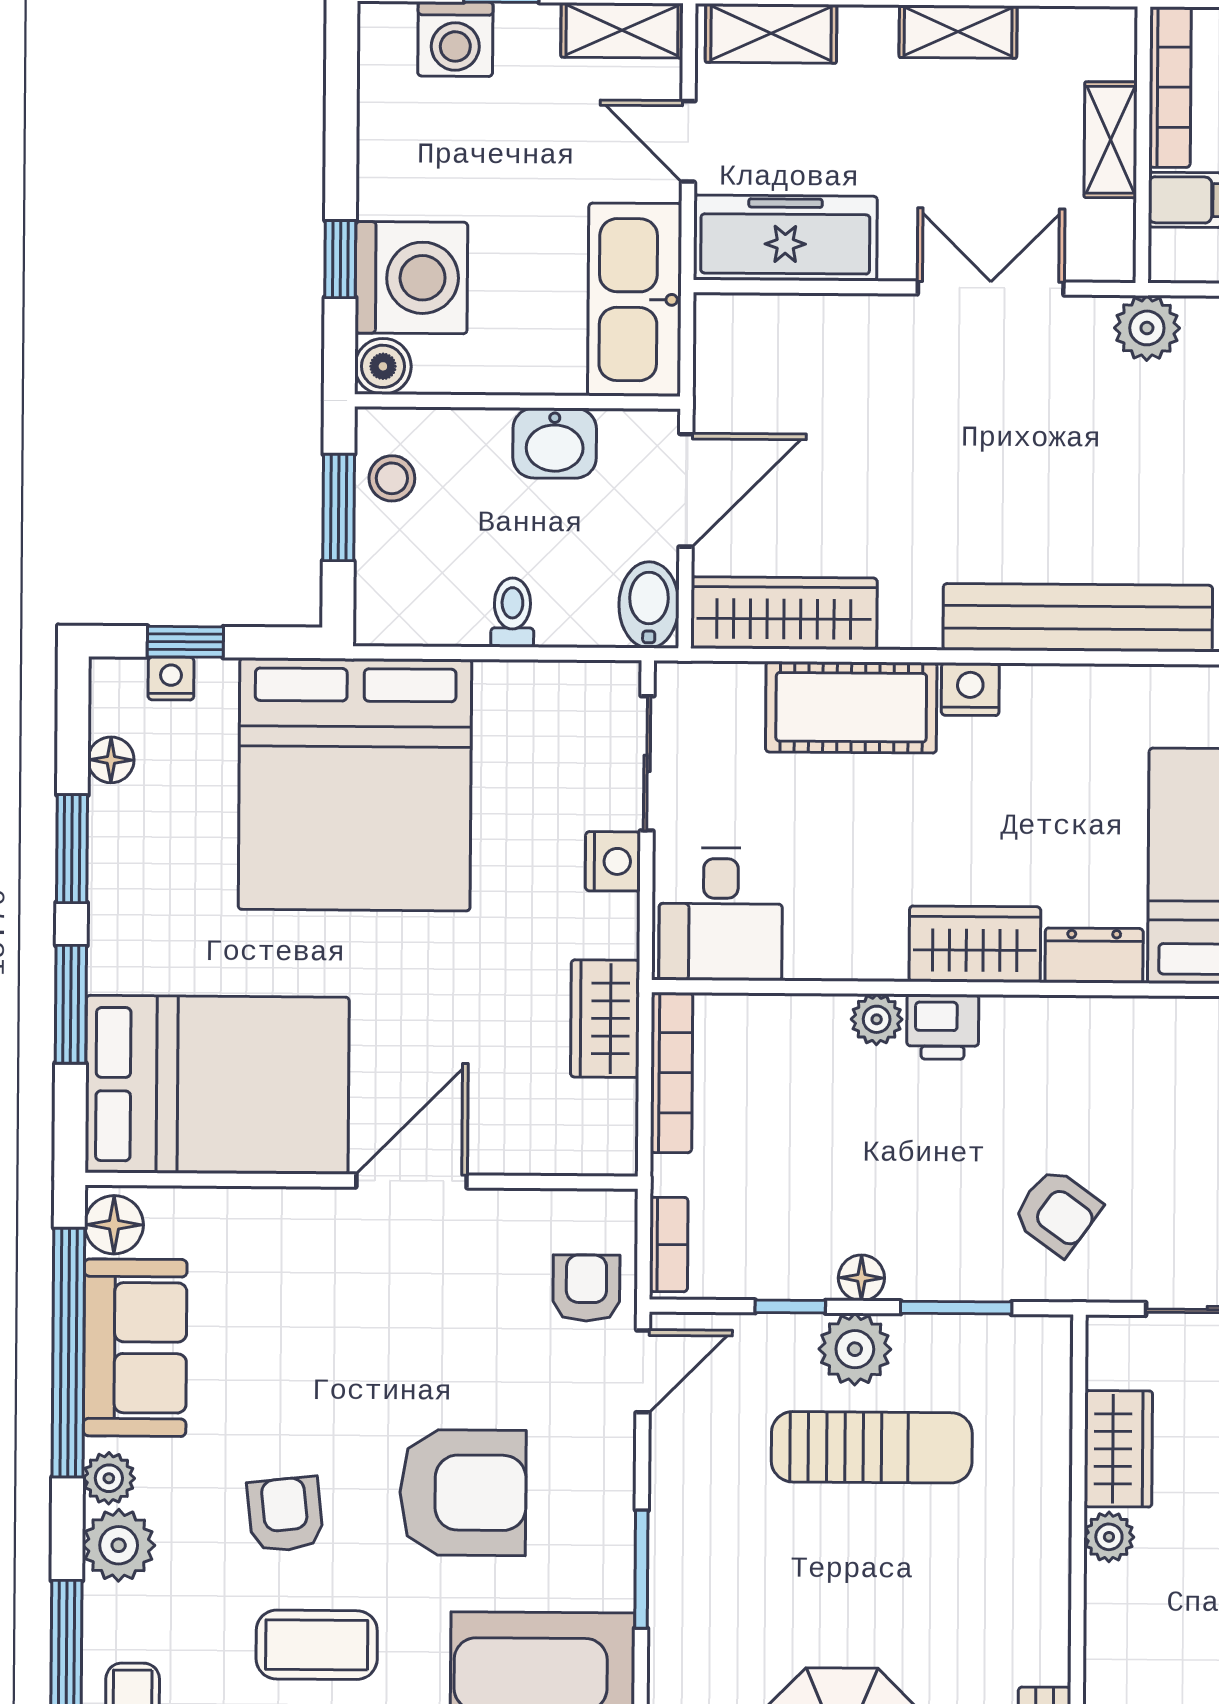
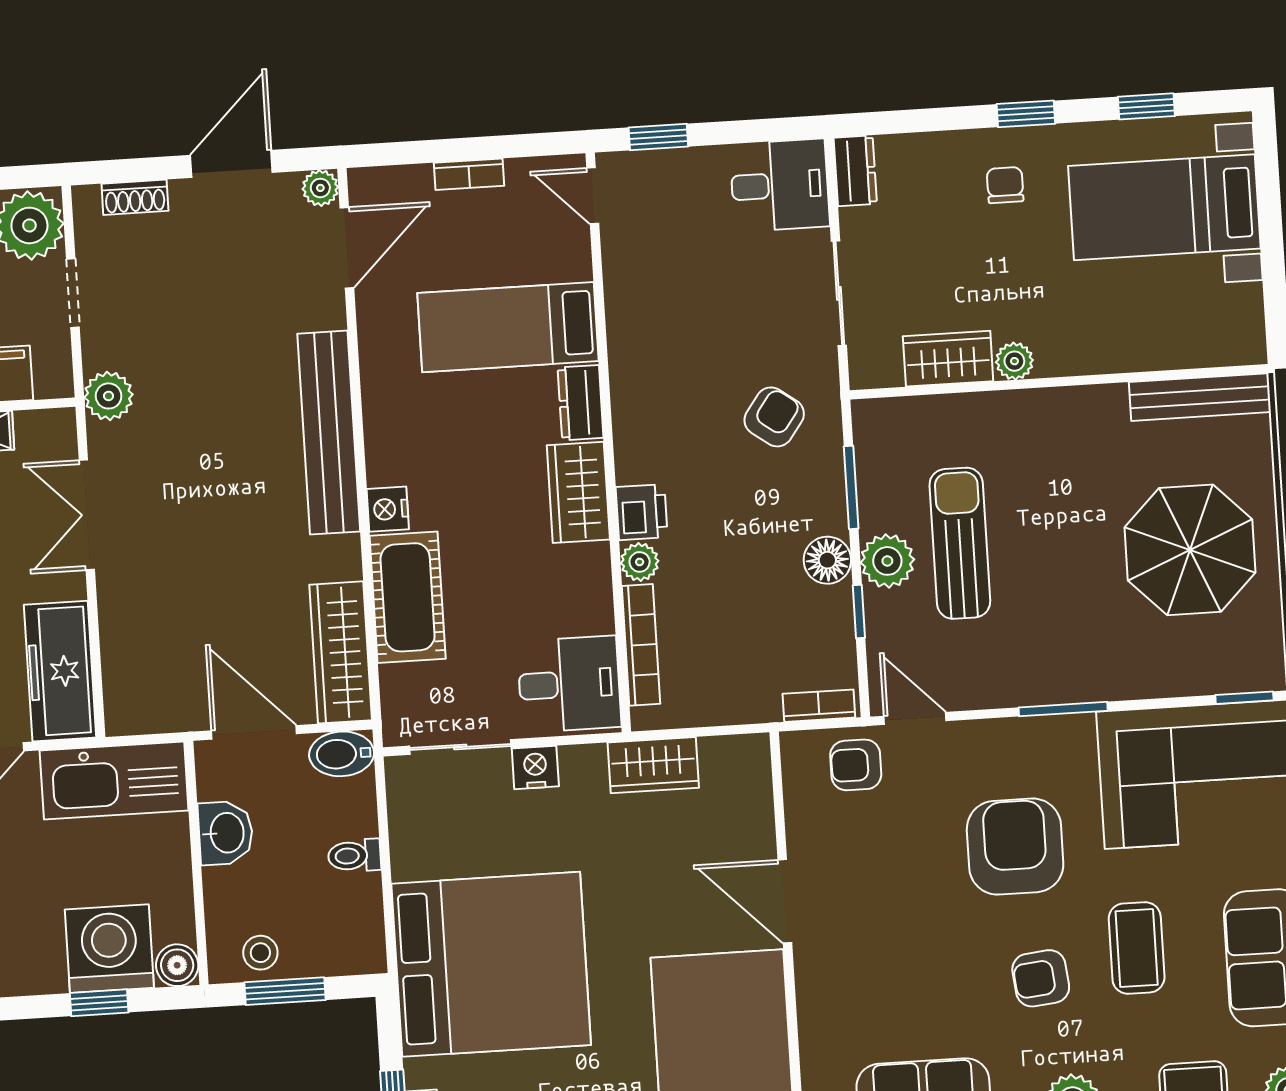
bookcase: (672, 1073) -> (641, 645), moved, turned 90
floor lamp: (861, 1278) -> (827, 560), width x1.37, depth x1.37

